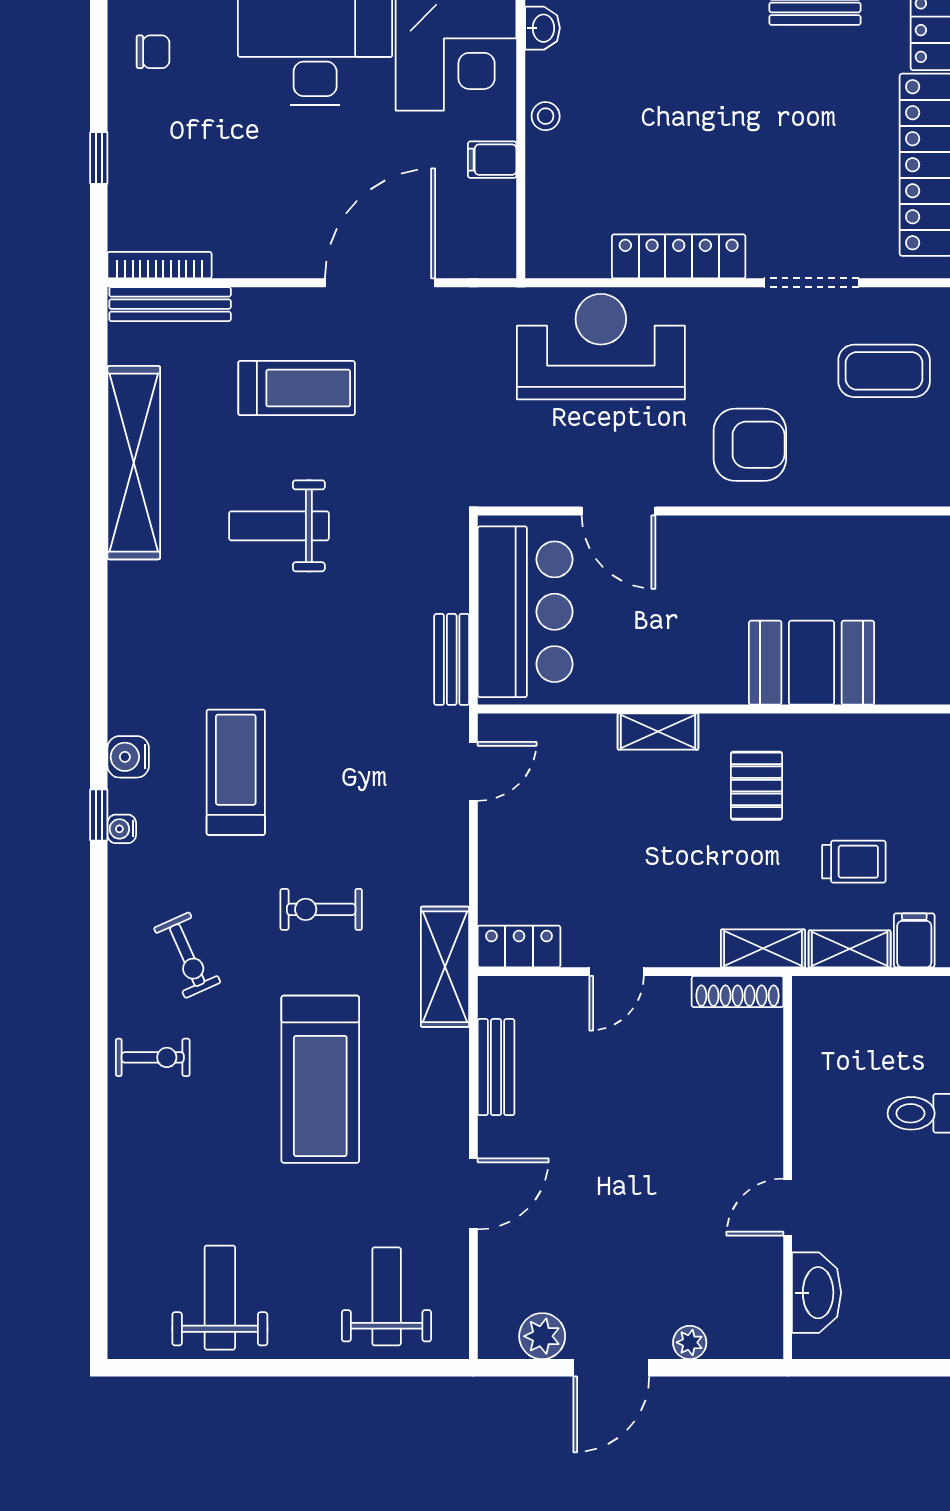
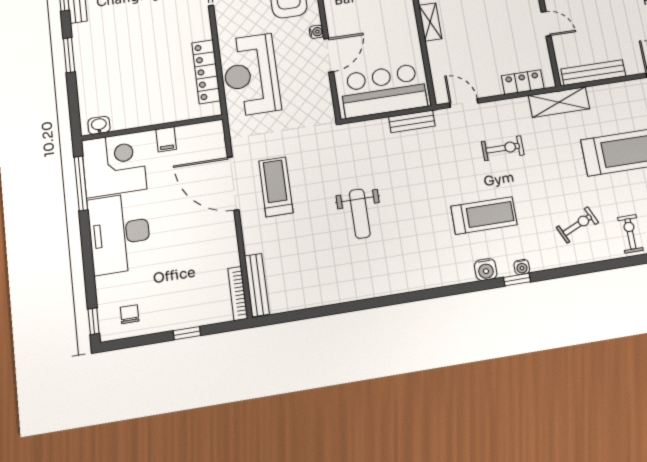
stool: (546, 116) -> (142, 117), removed
locker: (679, 256) -> (206, 72), moved
treadmill: (297, 388) -> (276, 187), moved
shelving: (134, 463) -> (339, 290), removed
water cooler: (673, 493) -> (316, 32), added
treadmill: (236, 772) -> (484, 216), turned 180
exercise bike: (321, 909) -> (503, 148), moved, turned -90
locker: (519, 946) -> (523, 82), moved, turned 90
bench: (496, 1067) -> (593, 73), width x1.36

